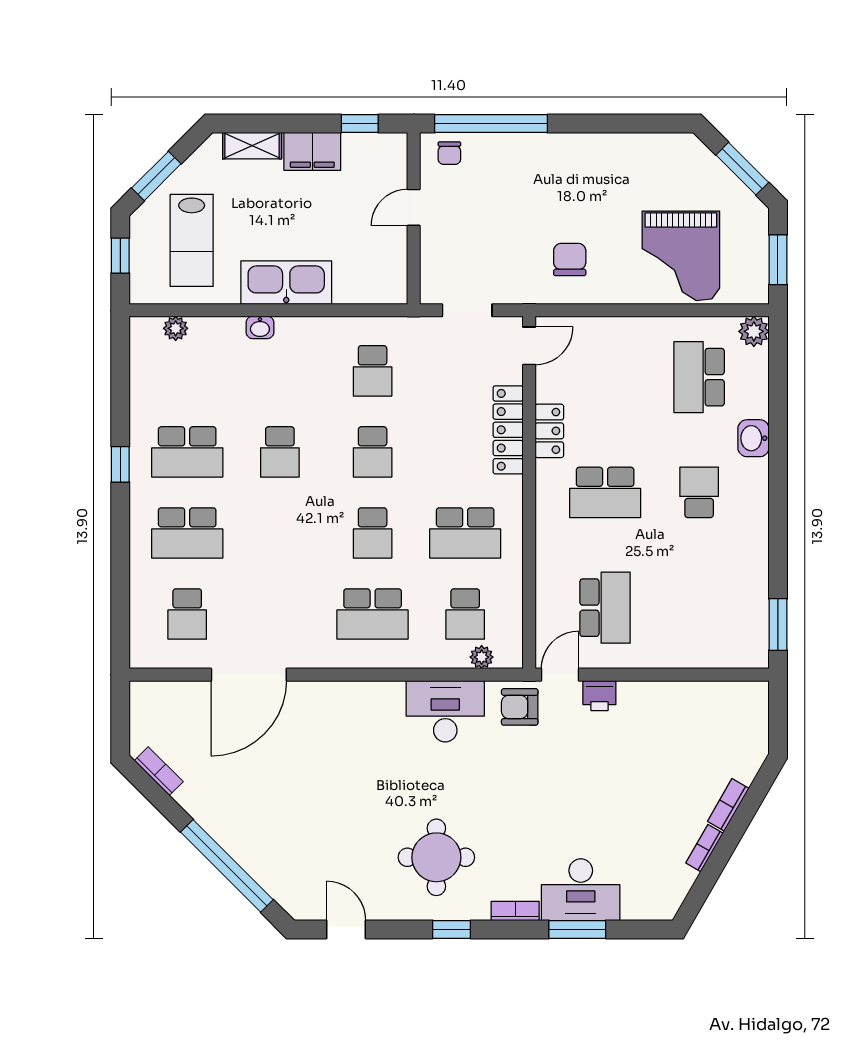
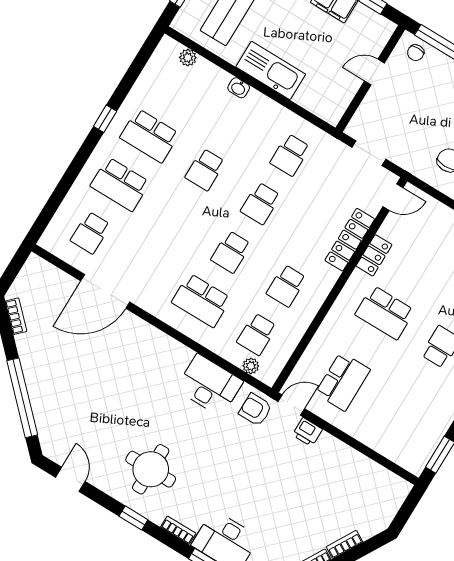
school desk: (465, 533) -> (286, 286), width x0.54

